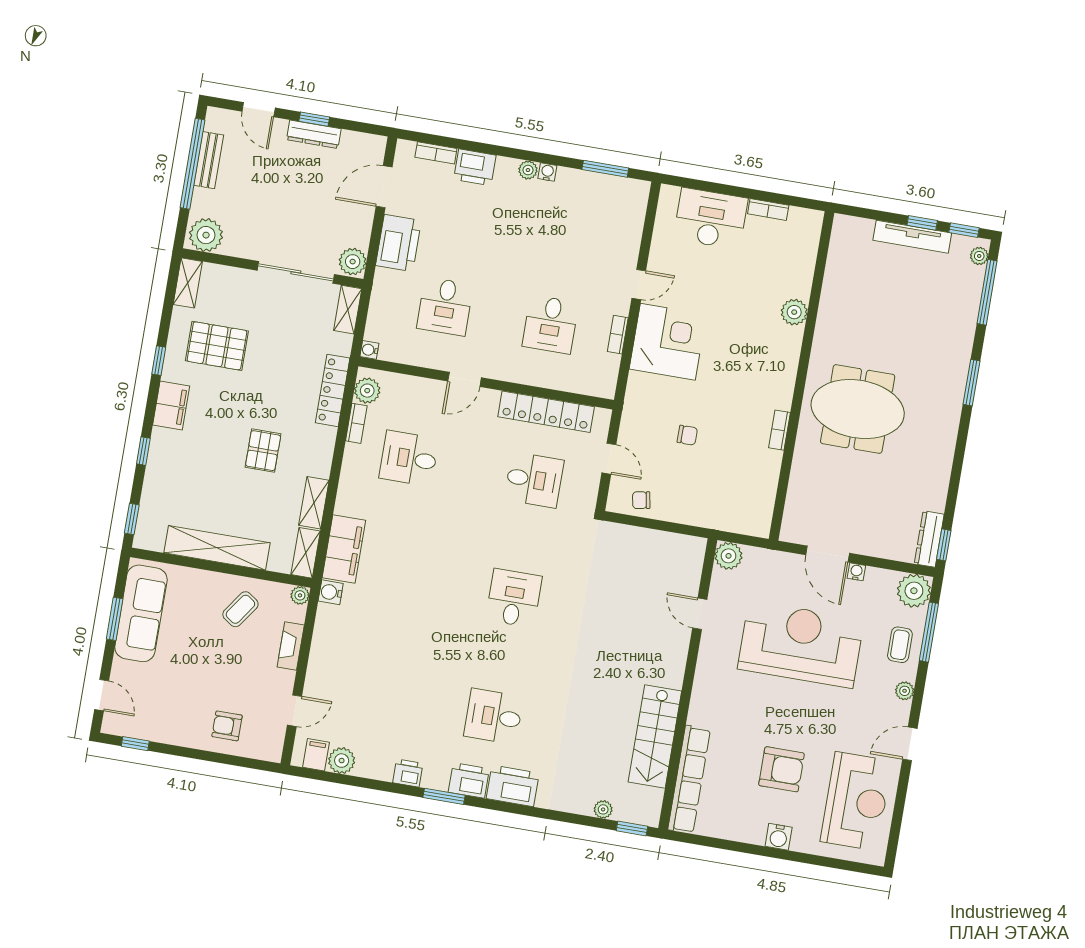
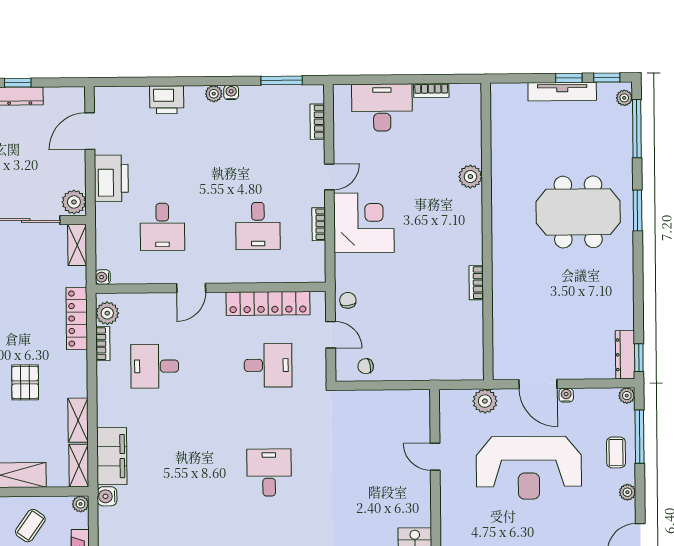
bookcase: (436, 153) -> (317, 122), moved, turned 90
meeting table: (858, 409) -> (578, 212), moved
chair: (687, 435) -> (348, 300), moved, turned -96
plant: (729, 556) -> (485, 401), moved
plant: (914, 591) -> (627, 396), width x0.53, depth x0.53
reception desk: (801, 644) -> (529, 468), turned 180

